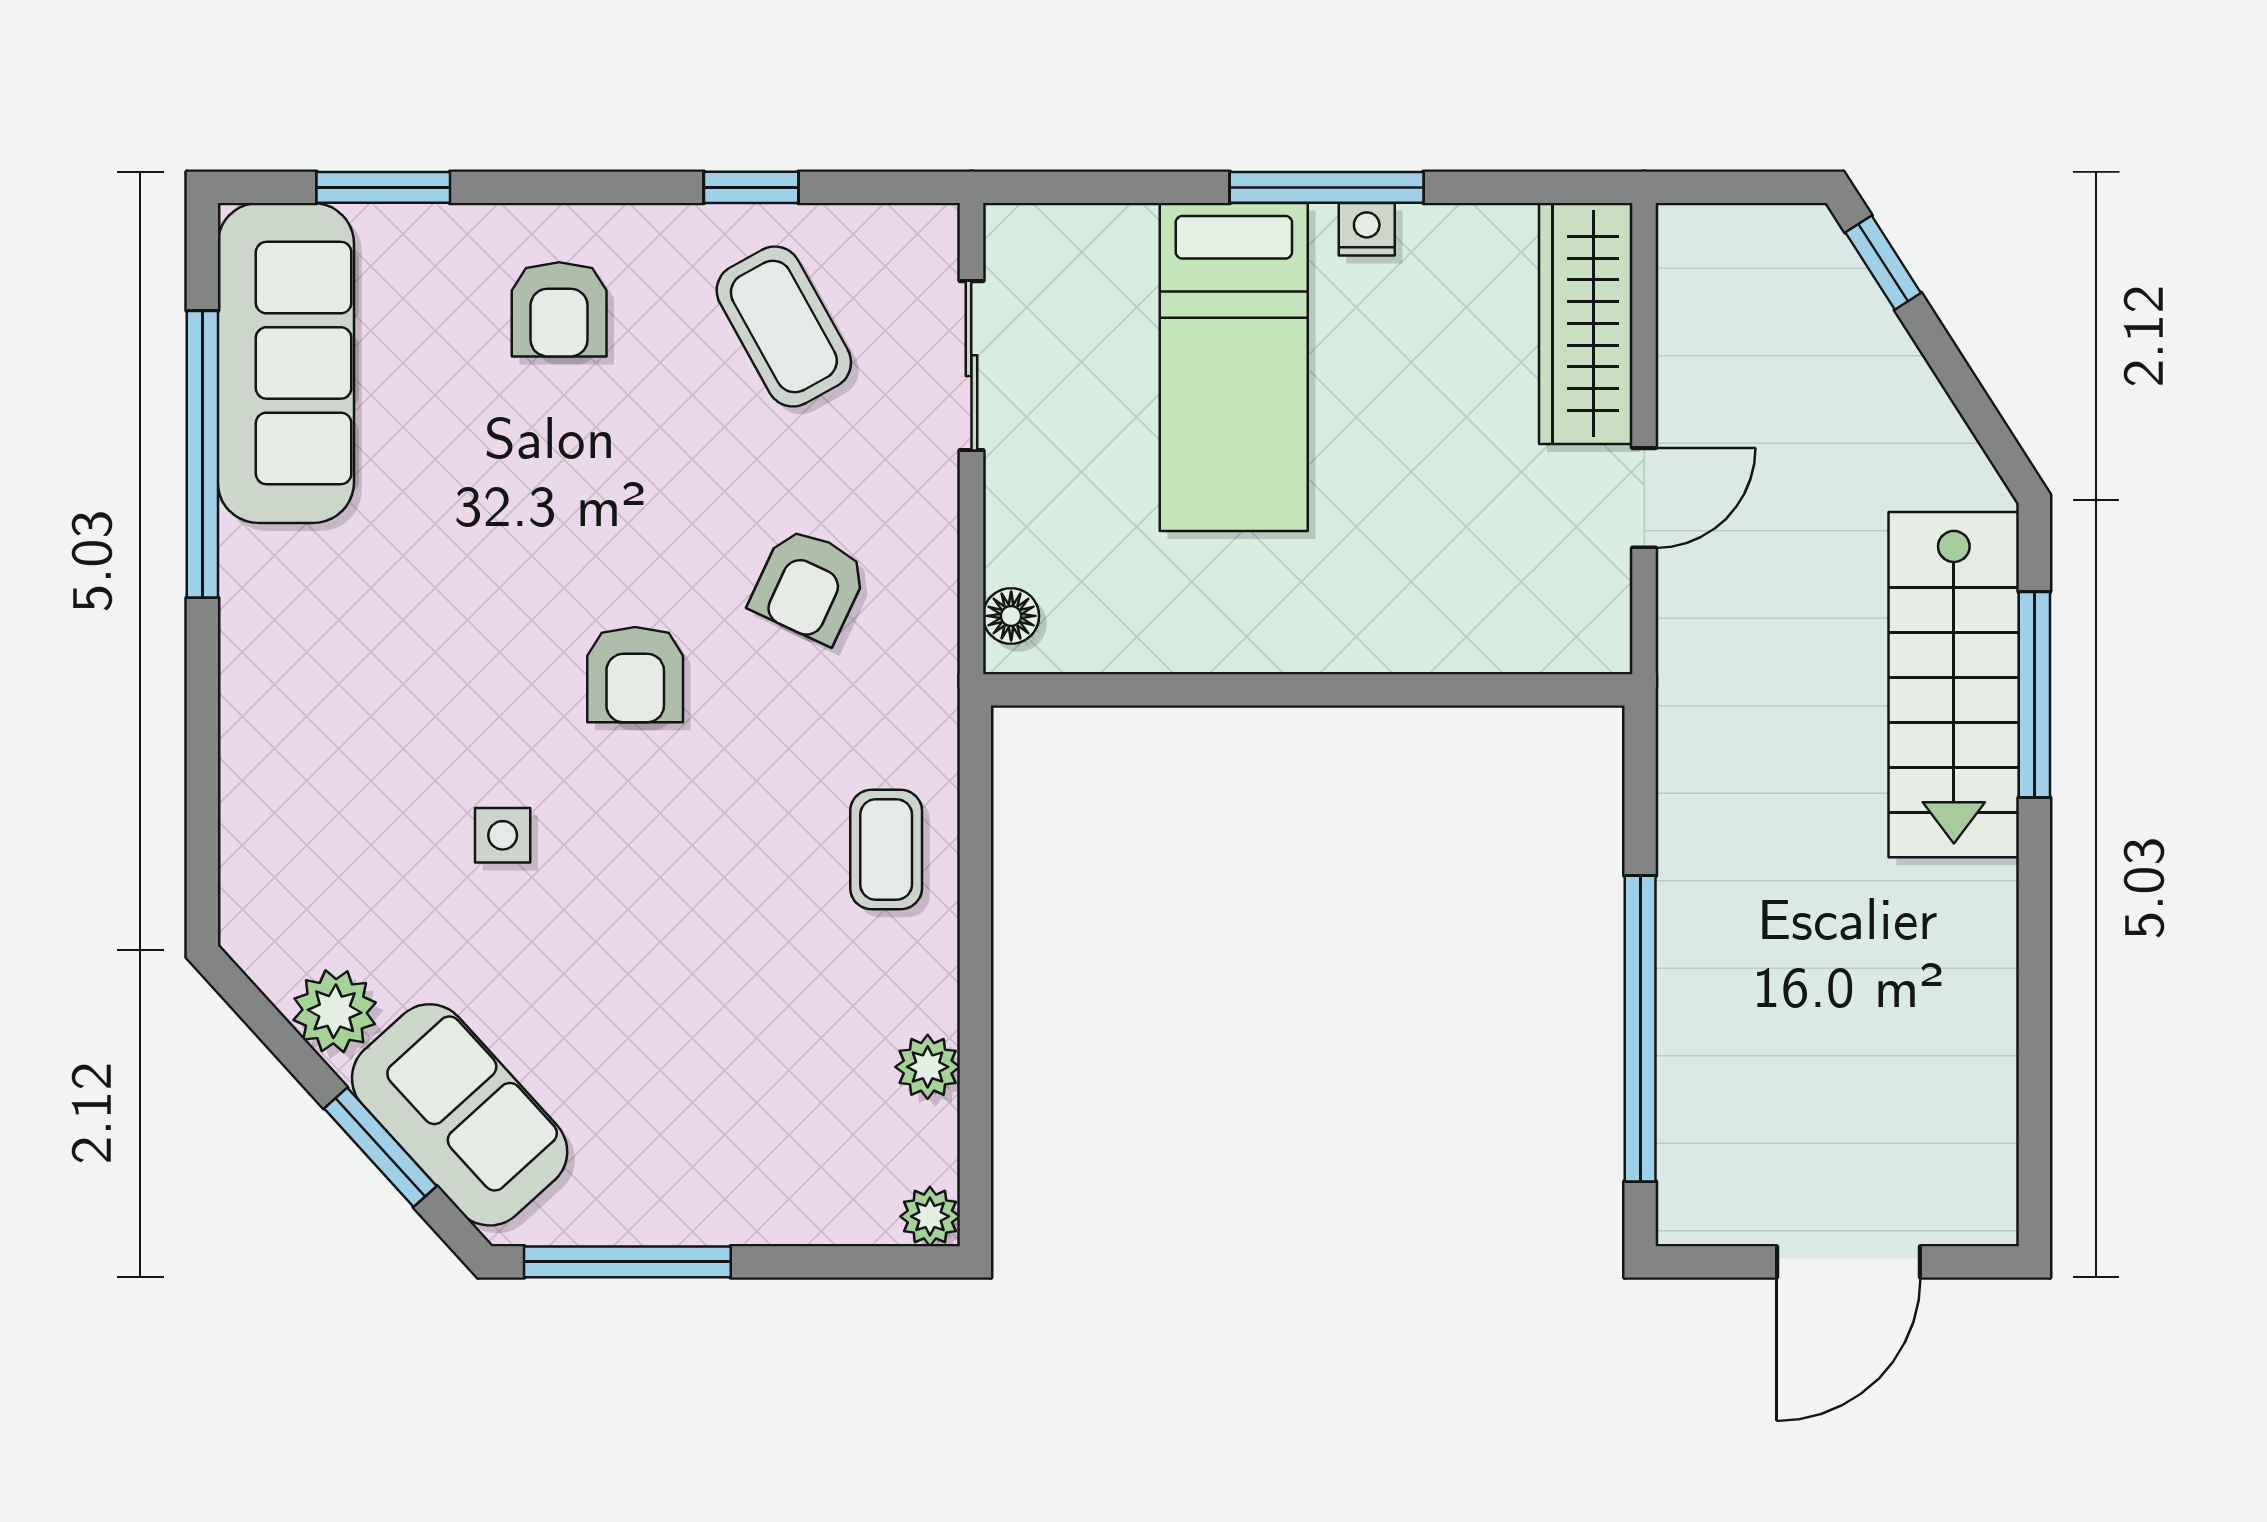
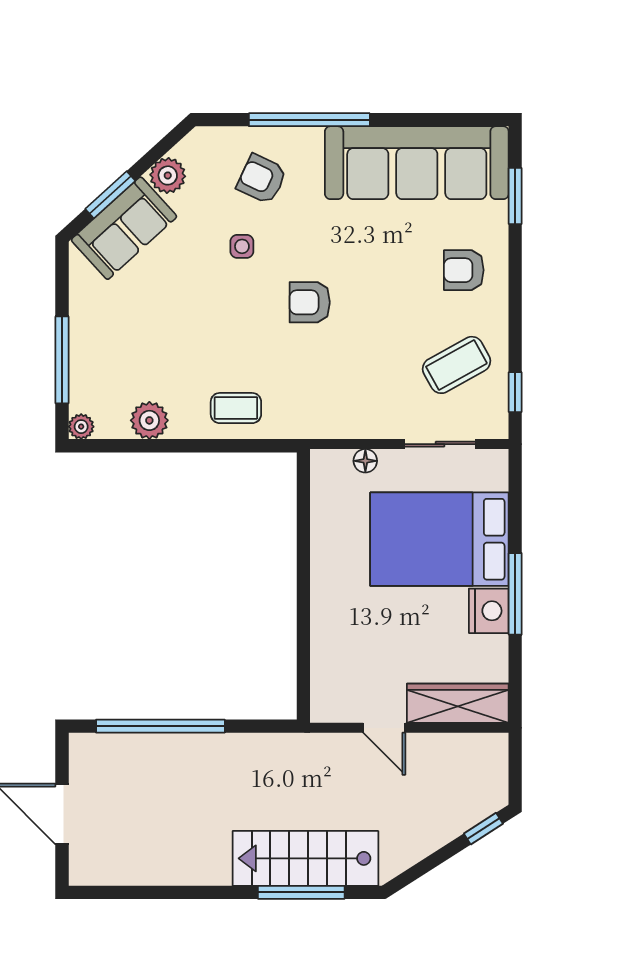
window: (751, 187) -> (515, 392), moved
nightstand: (1367, 229) -> (489, 611), width x1.89, depth x1.79
sofa: (286, 363) -> (417, 163), width x1.36, depth x1.27
bed: (1234, 367) -> (439, 539), width x1.50
window: (202, 454) -> (309, 120), moved
armchair: (809, 585) -> (262, 179), moved
floor lamp: (1011, 616) -> (365, 461), moved
plant: (928, 1067) -> (149, 420), width x1.38, depth x1.38
window: (627, 1262) -> (62, 360), moved

